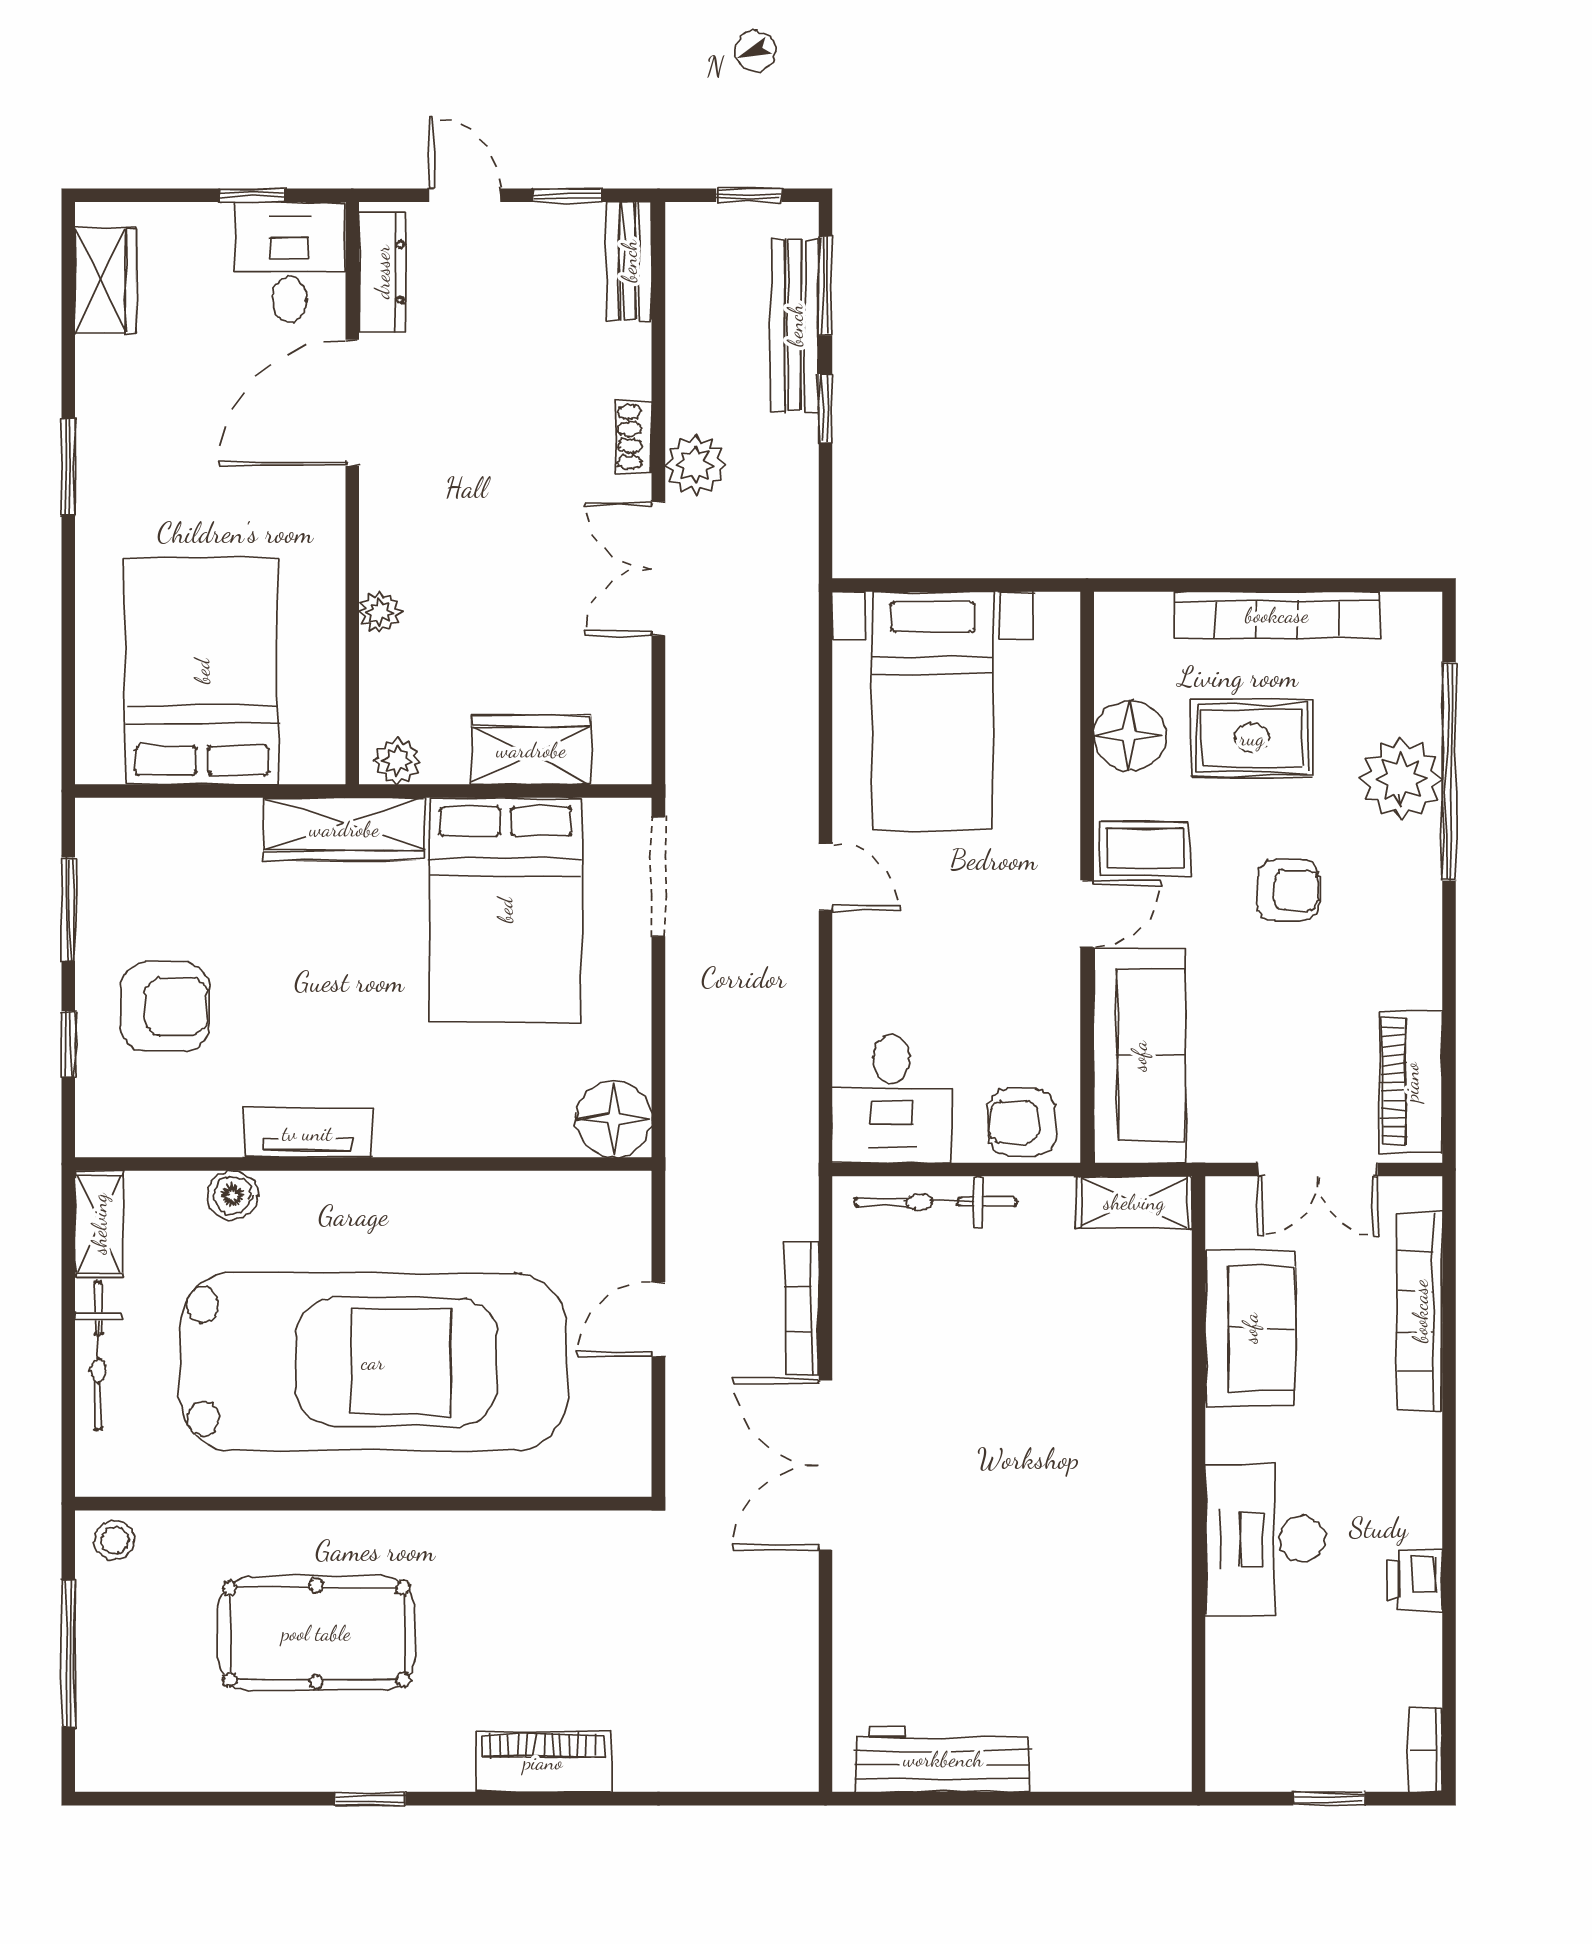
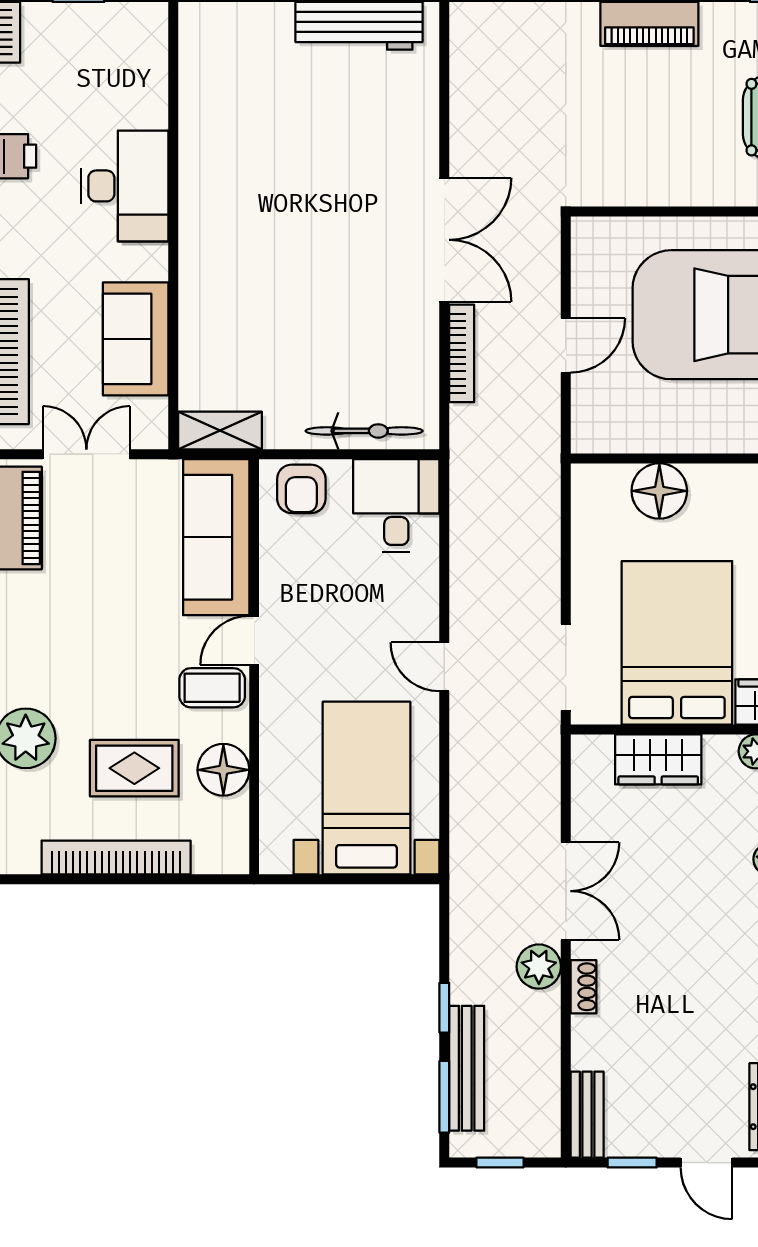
armchair: (1288, 890) -> (108, 658), removed
floor lamp: (614, 1119) -> (659, 491), moved
armchair: (1022, 1122) -> (301, 489), turned 90

